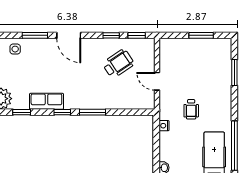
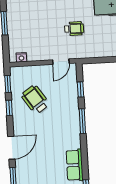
door: (157, 81) -> (61, 62), moved
window: (62, 112) -> (81, 89), moved
nightstand: (164, 126) -> (21, 57), moved

